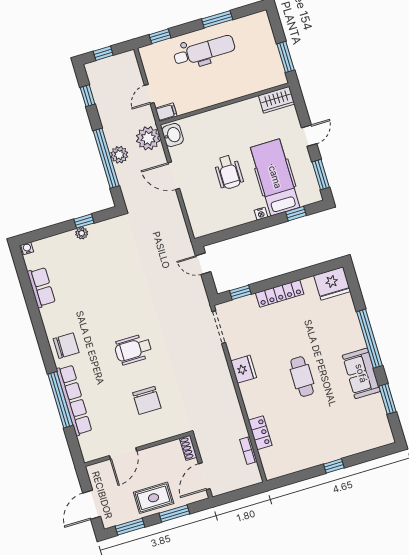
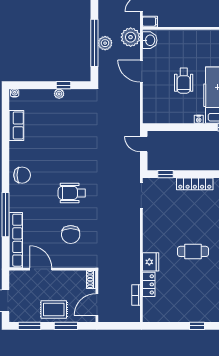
fridge: (244, 369) -> (151, 262), moved
cafe table: (302, 377) -> (193, 251), turned 90
row of seats: (74, 400) -> (16, 240), moved
door: (123, 453) -> (41, 269), swing flipped

